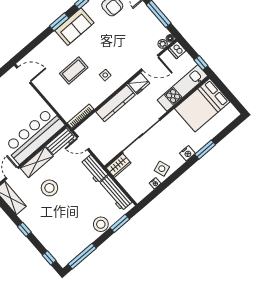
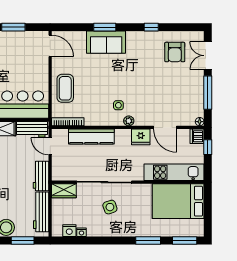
window: (59, 22) -> (105, 27), moved
sofa: (74, 27) -> (106, 42), moved
plant: (163, 44) -> (129, 121), moved
window: (201, 63) -> (208, 147), moved
coffee table: (74, 71) -> (65, 88), moved, turned 90
kitchen counter: (116, 103) -> (91, 137), moved
window: (230, 128) -> (185, 241), added
nightstand: (187, 153) -> (69, 231), moved
side table: (162, 169) -> (110, 207), moved

